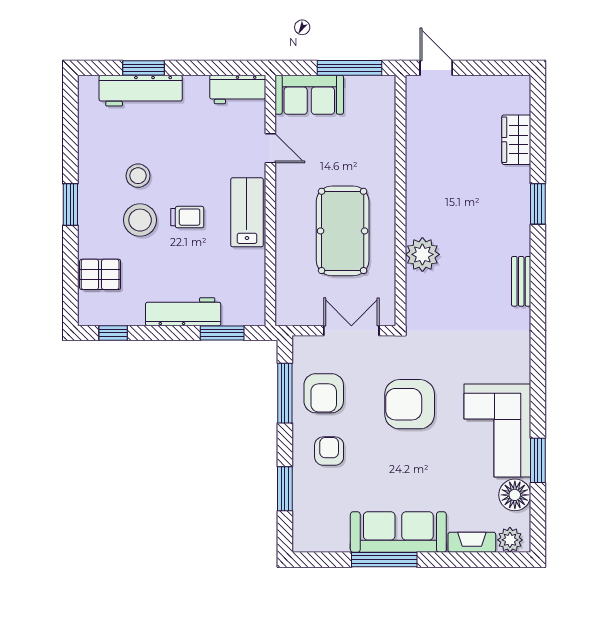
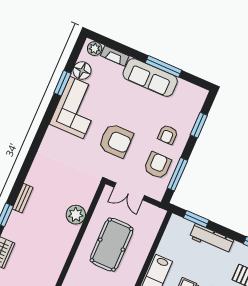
bench: (521, 281) -> (23, 198), moved

